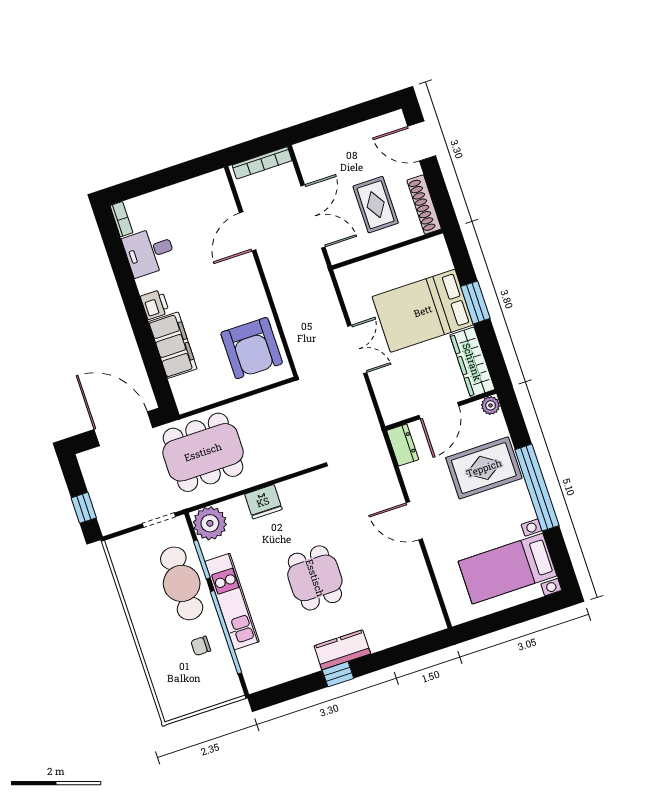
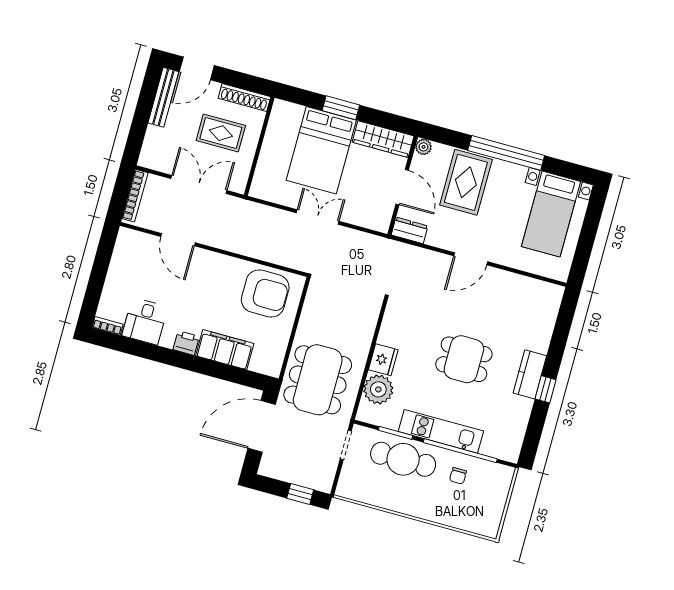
bench: (373, 128) -> (163, 97), added
plant: (210, 523) -> (378, 389), moved

